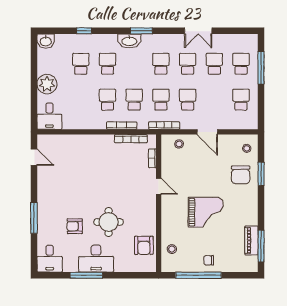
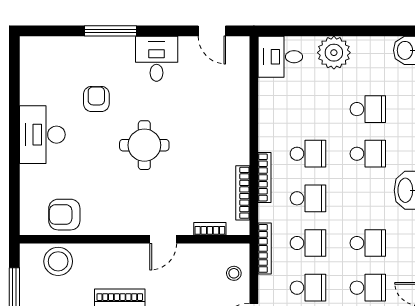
door: (34, 157) -> (212, 31), hinge flipped
round table: (109, 222) -> (144, 145), moved
stool: (172, 249) -> (58, 261), width x1.89, depth x1.89
desk: (50, 259) -> (157, 59), moved, turned 90
window: (86, 275) -> (14, 118), removed

